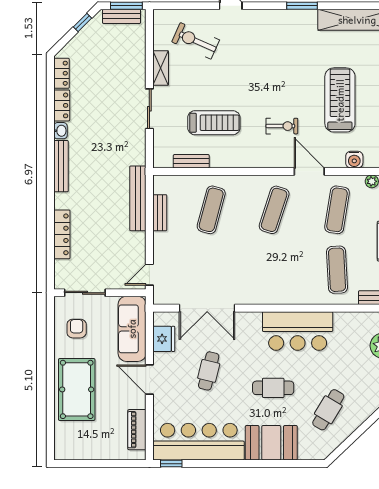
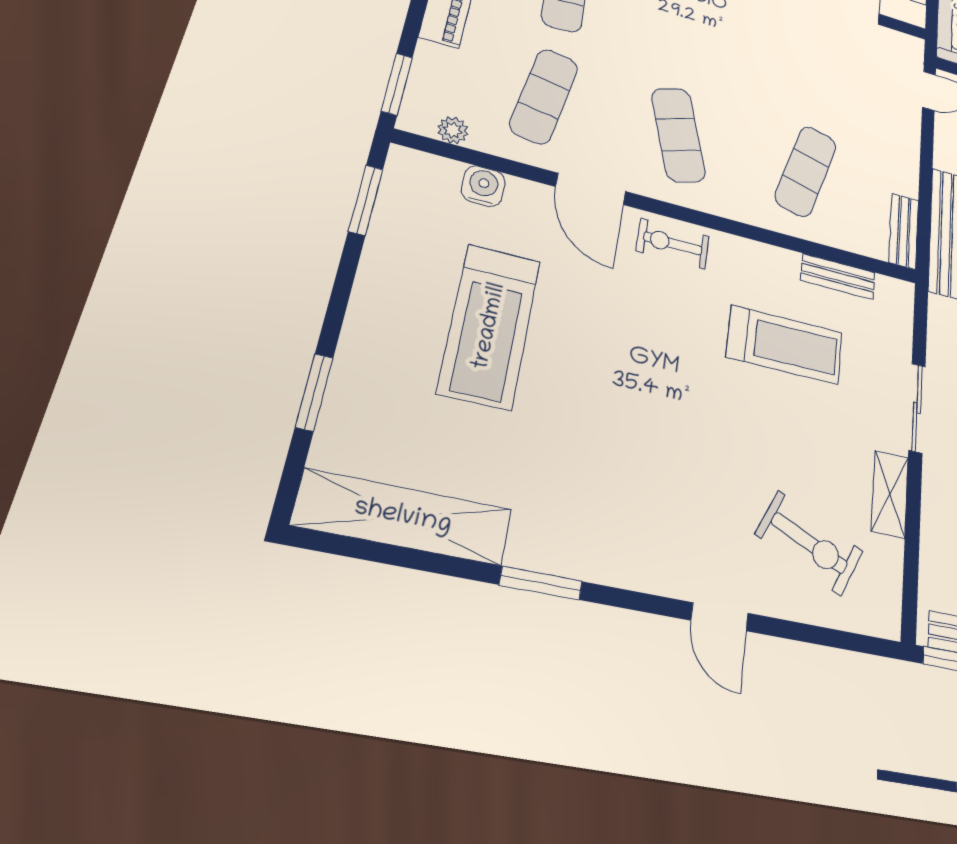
treadmill: (214, 123) -> (785, 345), turned 180
exercise bike: (282, 126) -> (673, 244), moved
exercise mat: (274, 210) -> (678, 135), turned -36
bench: (160, 213) -> (904, 231), moved

